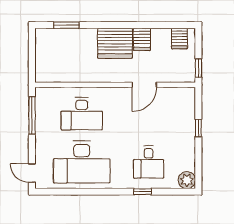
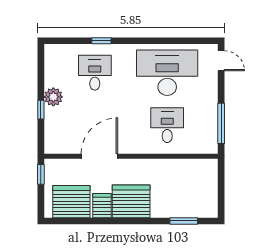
server rack: (179, 39) -> (71, 202), width x2.18, depth x1.44
door: (144, 85) -> (99, 156), width x1.36
desk: (82, 114) -> (167, 125), width x0.73
plant: (187, 180) -> (53, 97), moved

